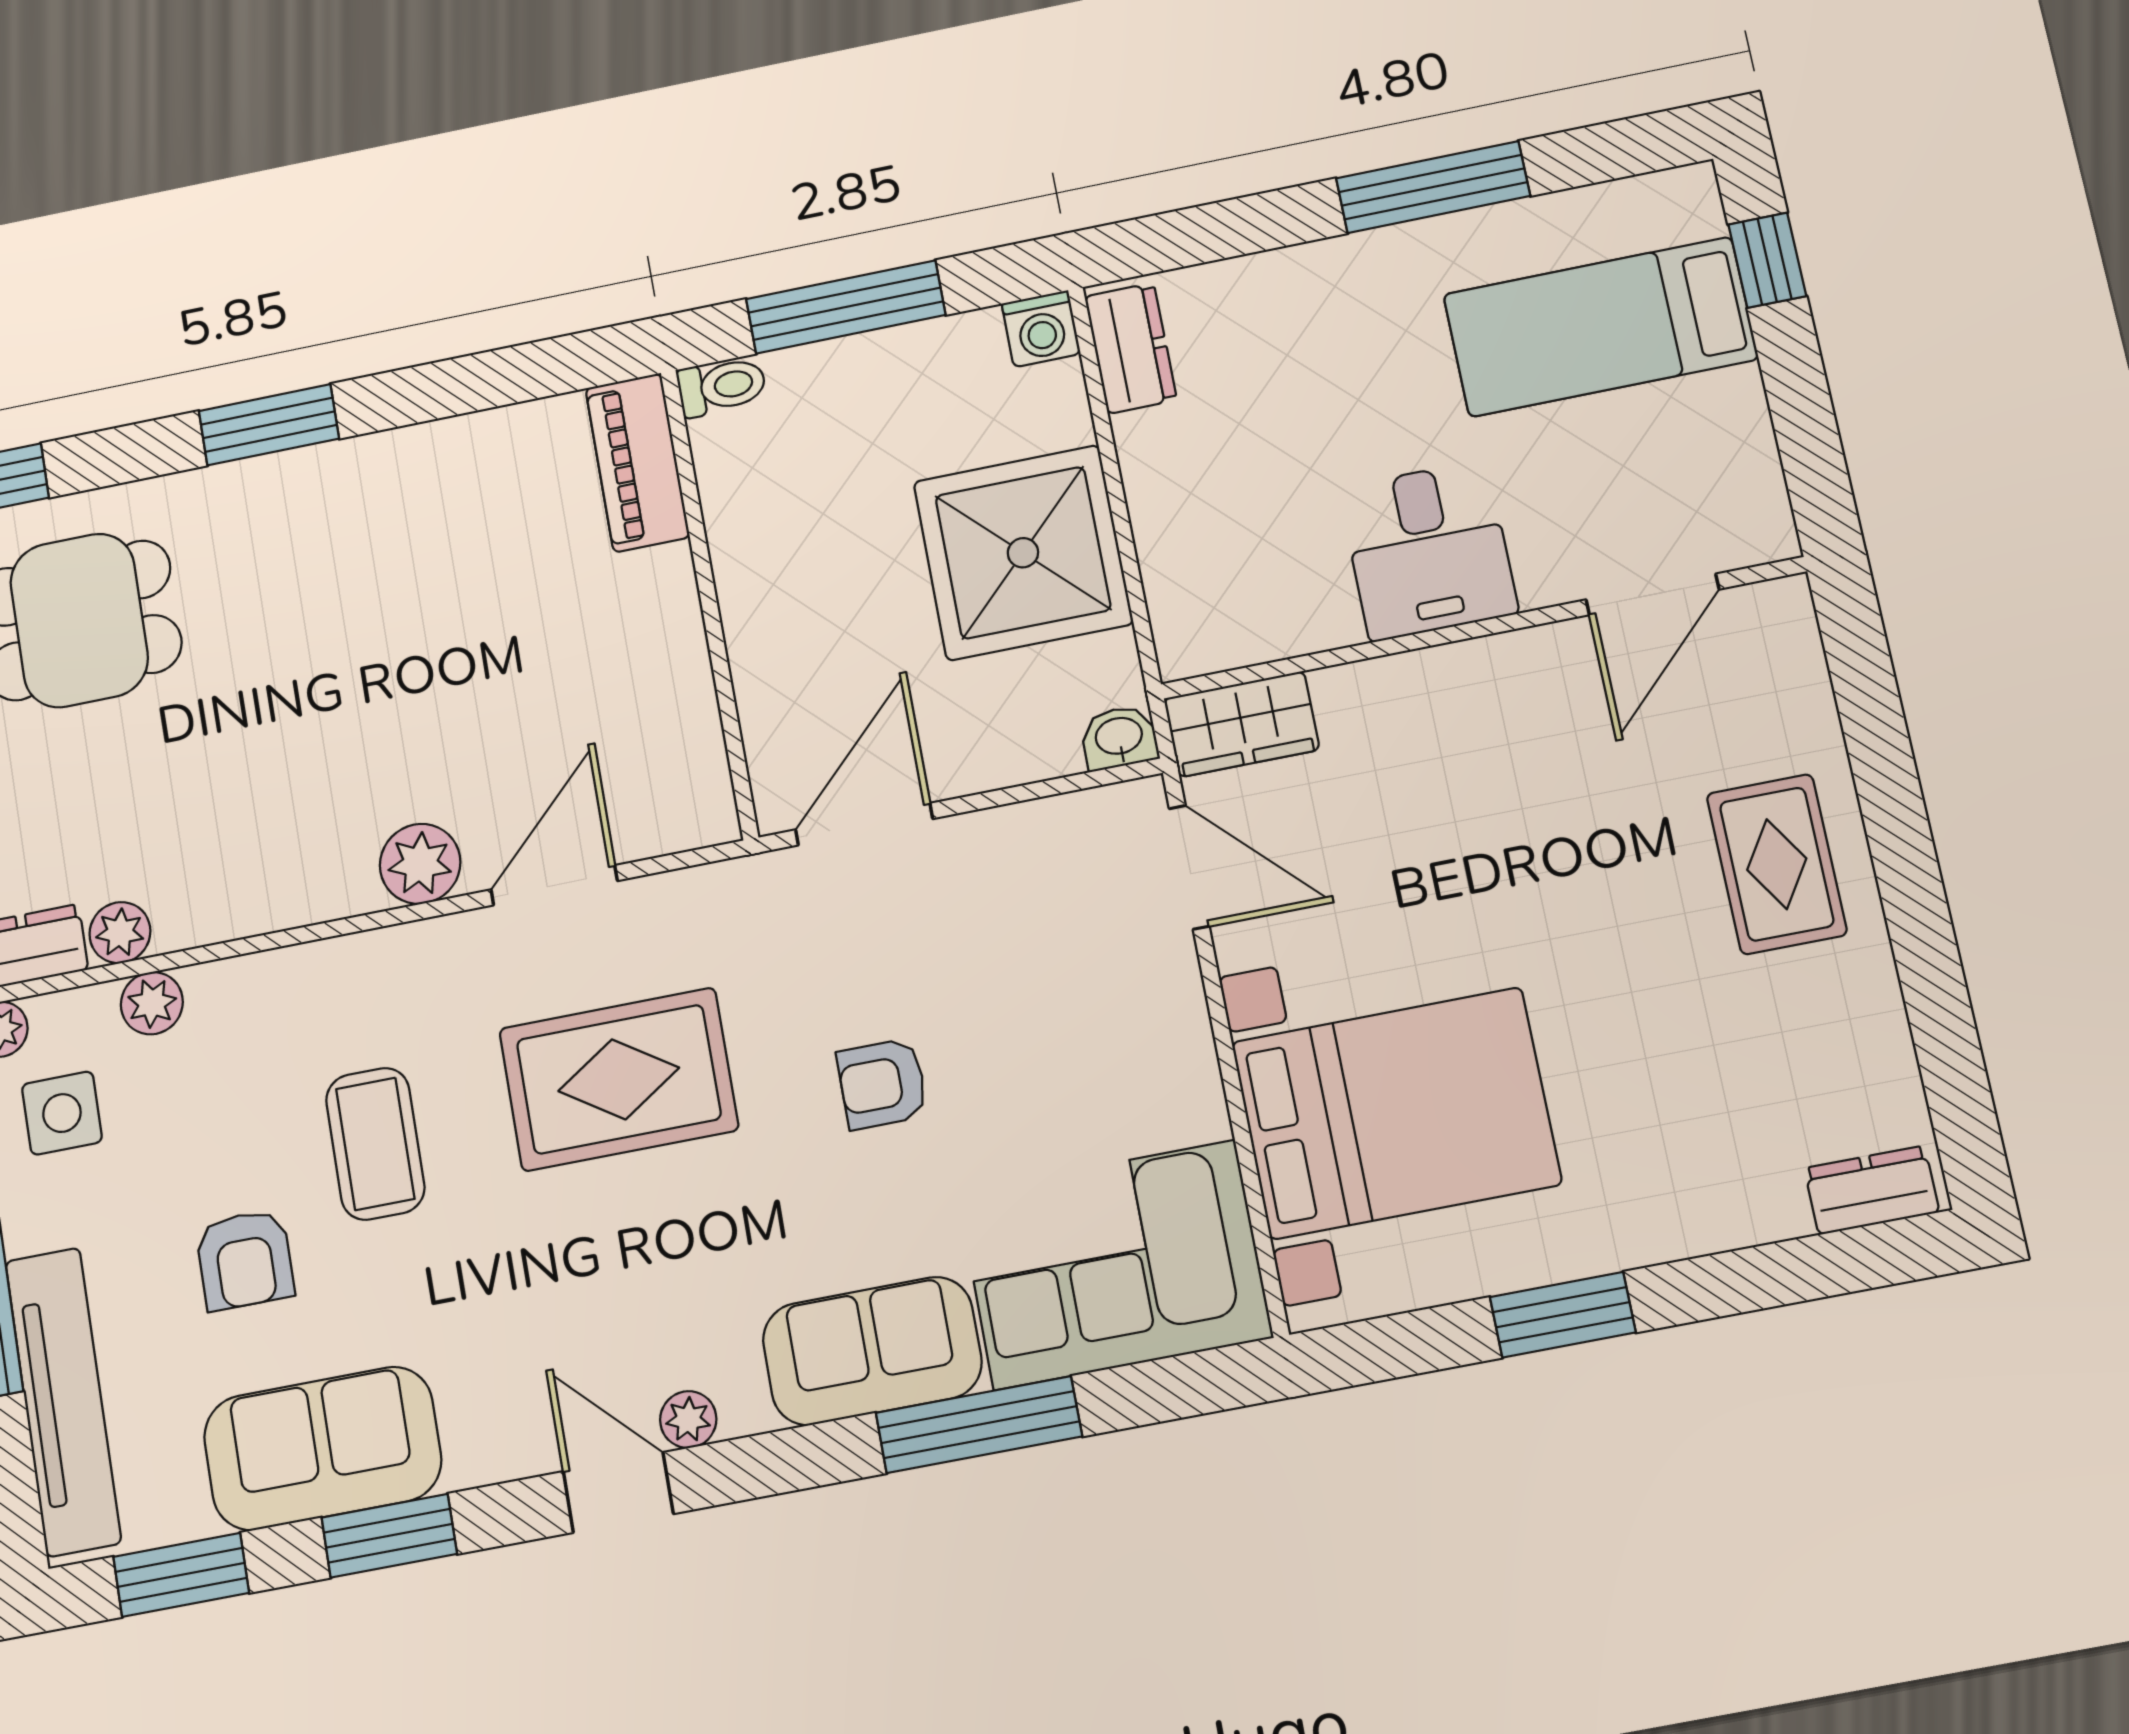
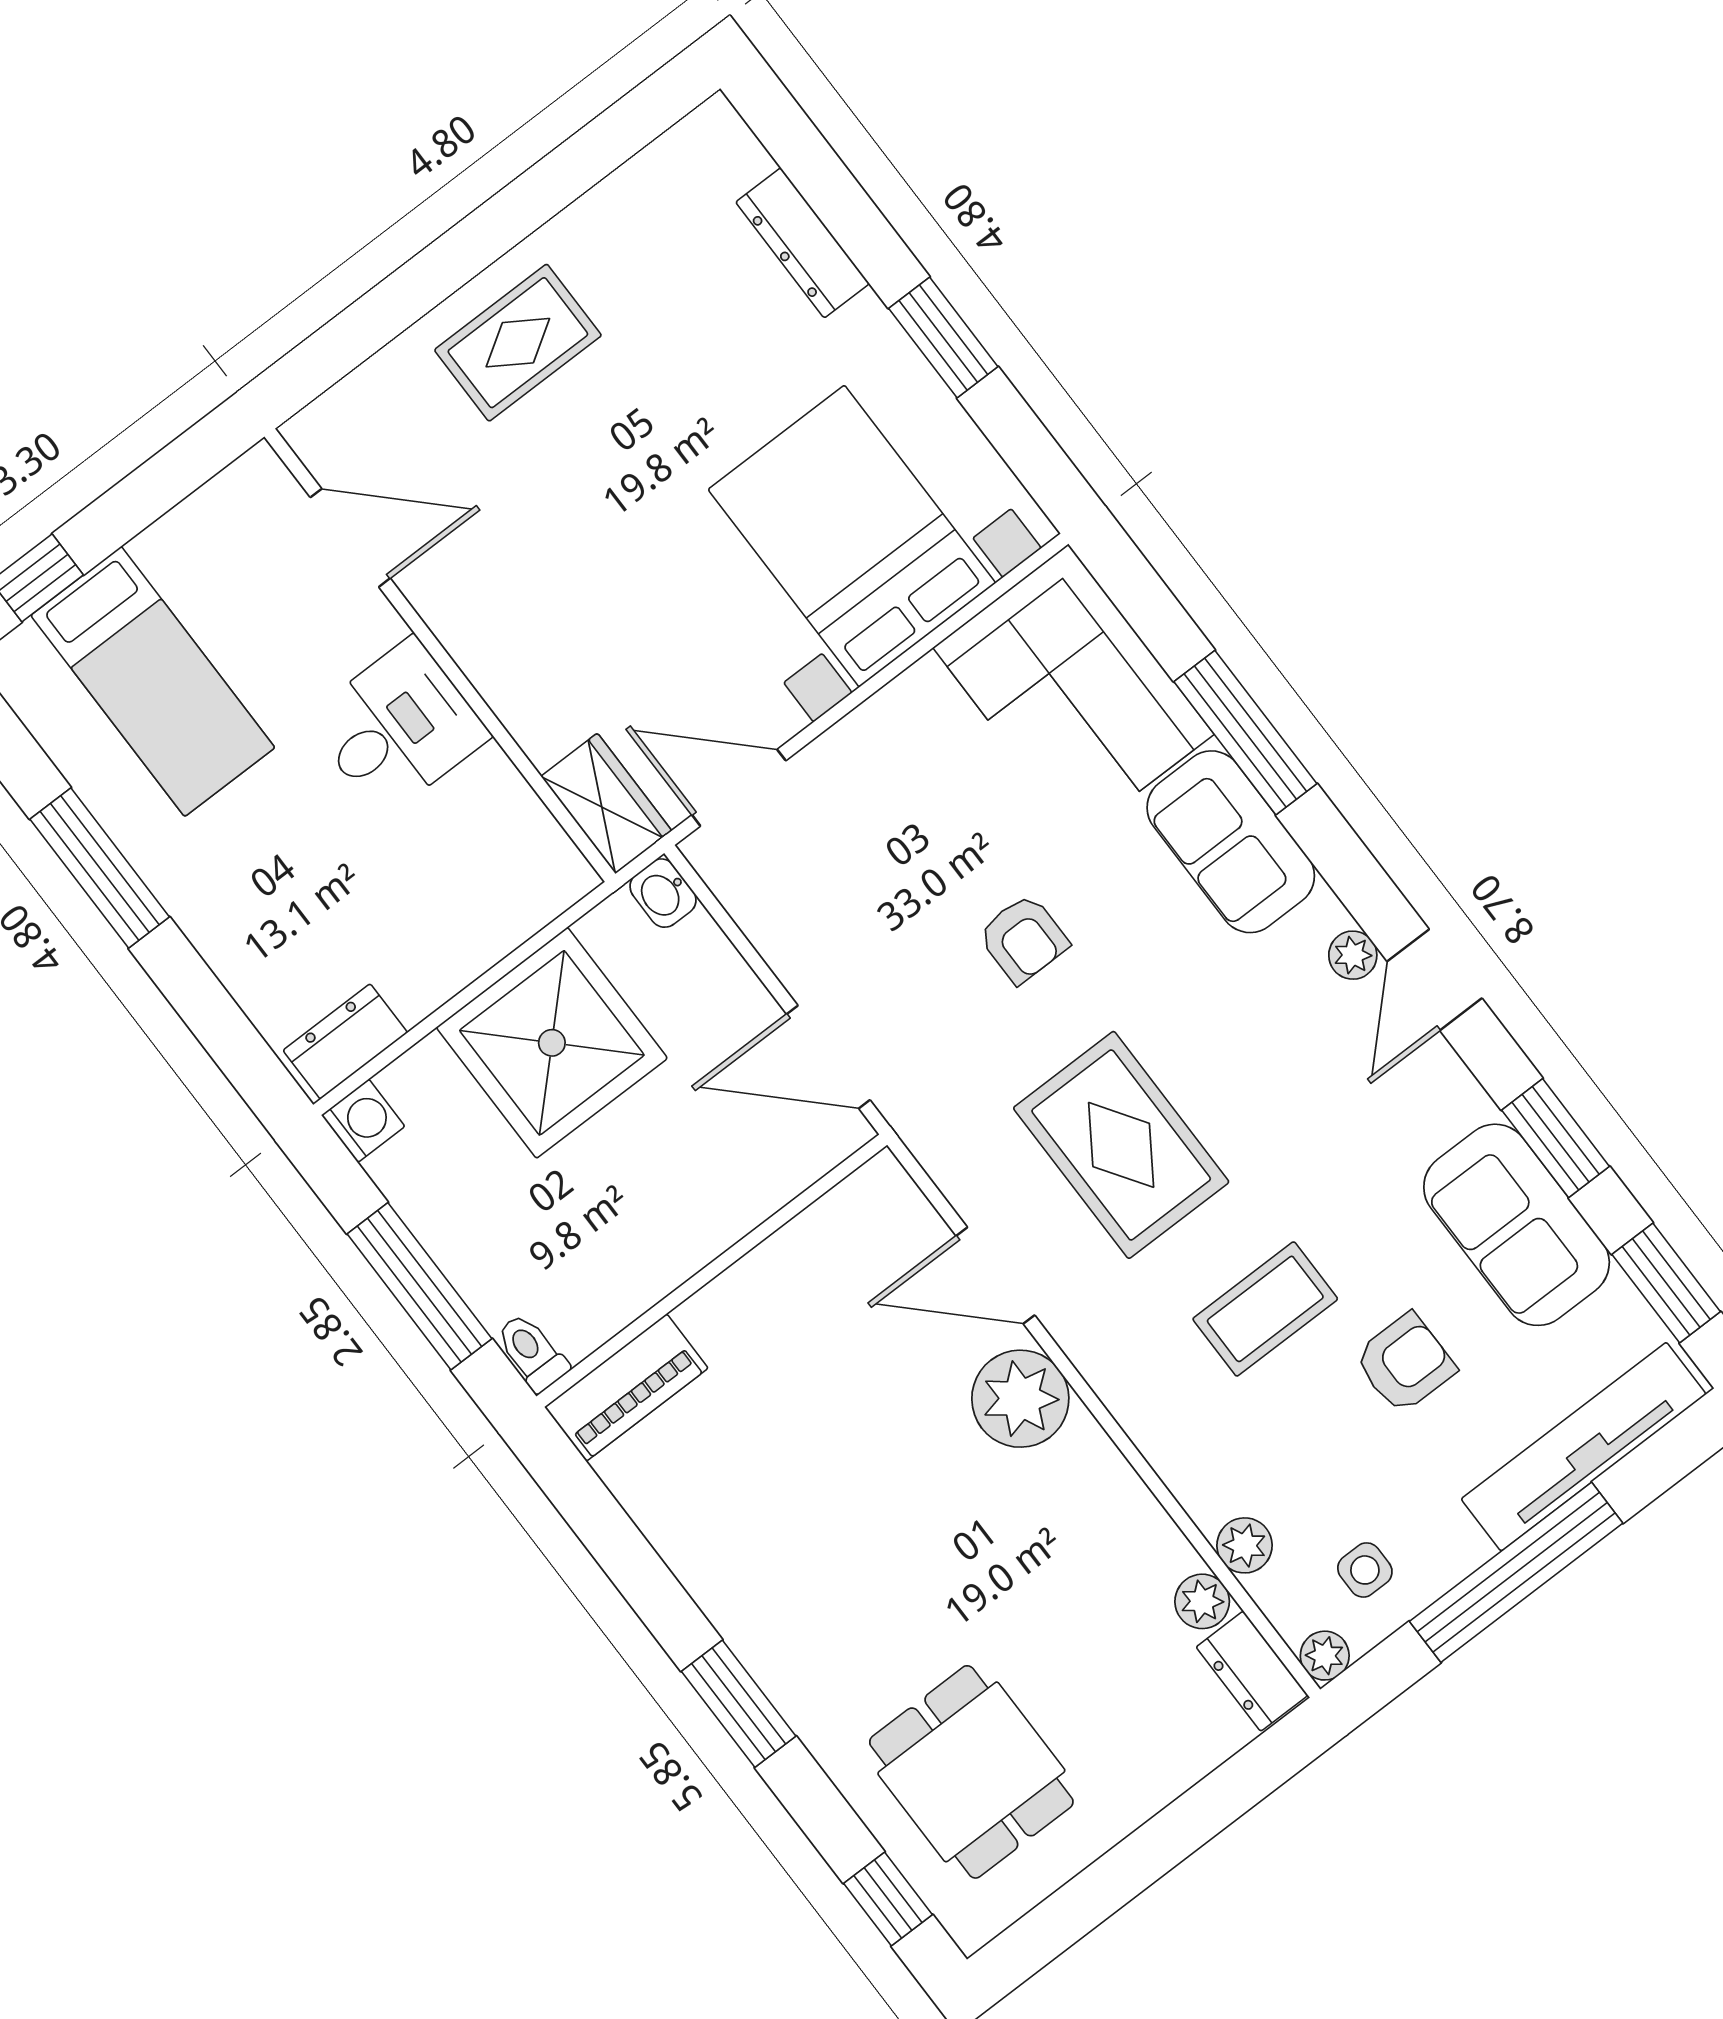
plant: (420, 864) -> (1020, 1399), width x1.36, depth x1.36
door: (1189, 867) -> (739, 788), hinge flipped
side table: (62, 1113) -> (1365, 1570), width x0.73, depth x0.73
dresser: (1872, 1190) -> (803, 243), moved, width x1.44

